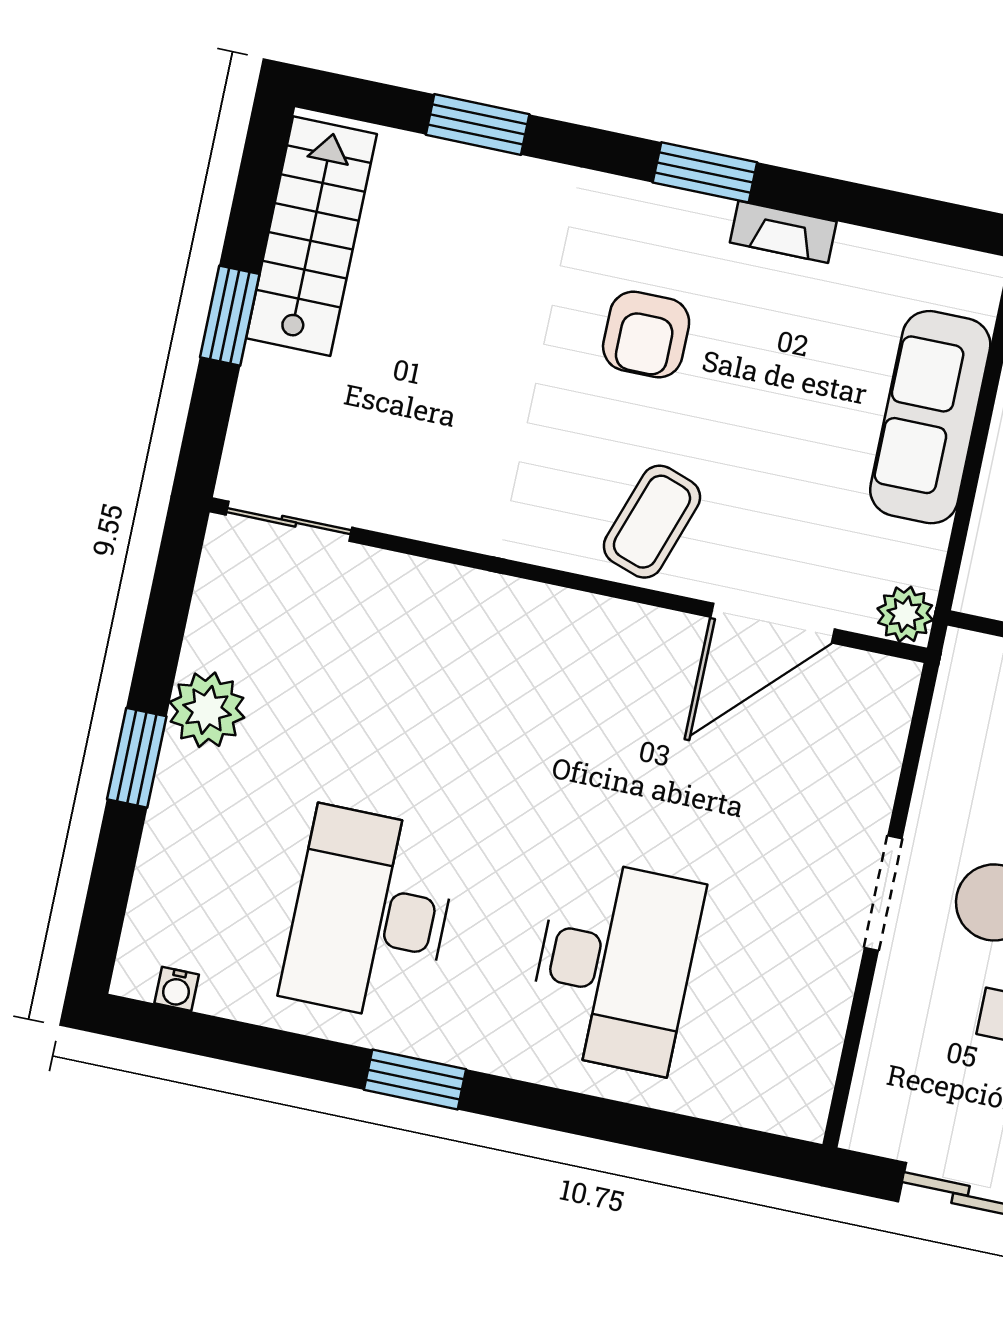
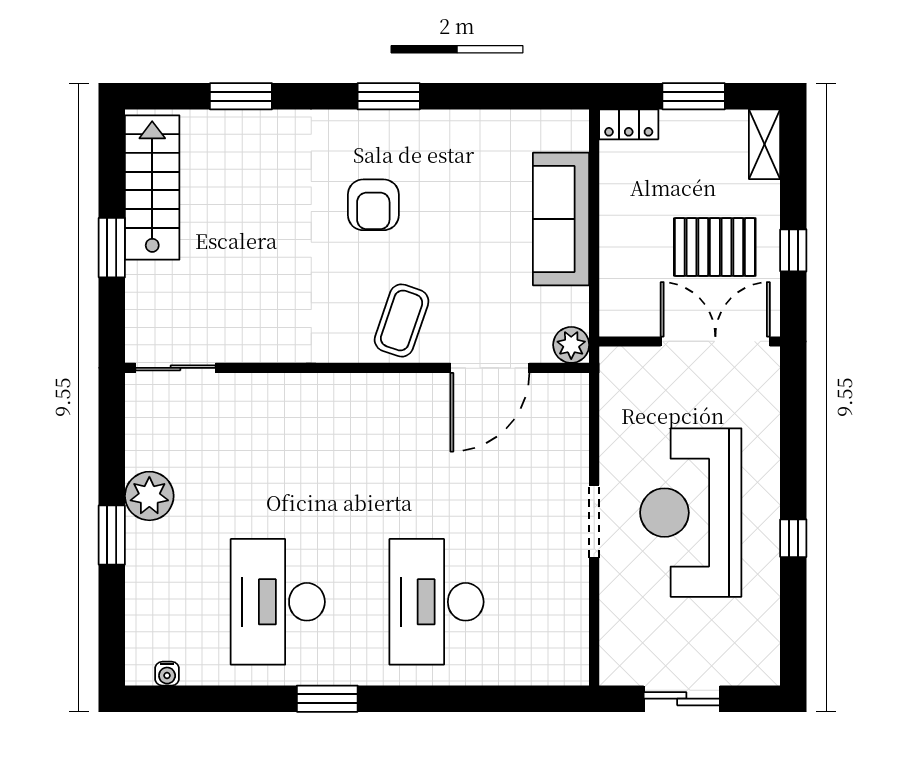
fireplace: (783, 232) -> (445, 123), removed
desk: (615, 966) -> (436, 602), turned 180

